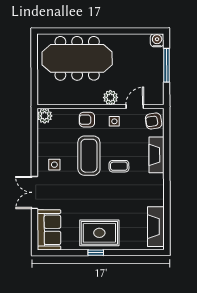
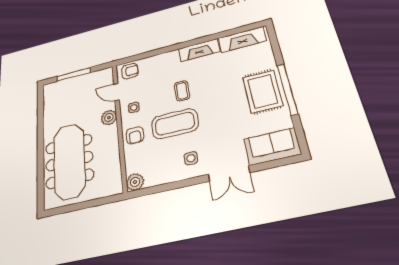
water cooler: (157, 40) -> (50, 89), removed
armchair: (154, 121) -> (130, 71), turned -81
fireplace: (157, 155) -> (199, 50), moved
window: (96, 253) -> (287, 89), width x3.17

